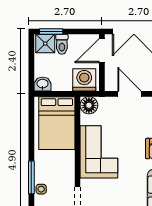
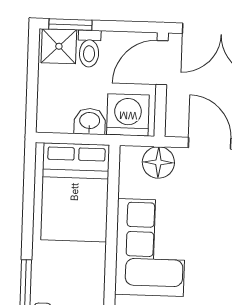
washbasin: (43, 84) -> (90, 121), moved
floor lamp: (89, 105) -> (158, 162), moved

